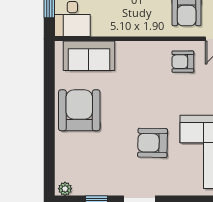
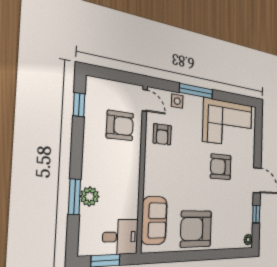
armchair: (153, 143) -> (221, 167), turned 89

